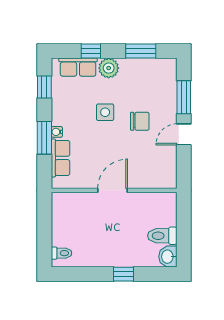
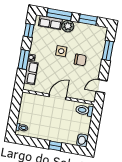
window: (91, 51) -> (59, 15), width x2.17
door: (184, 134) -> (102, 86), moved
toilet: (162, 236) -> (85, 110), moved

